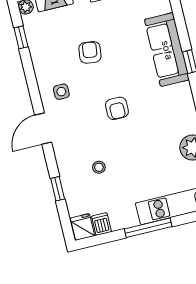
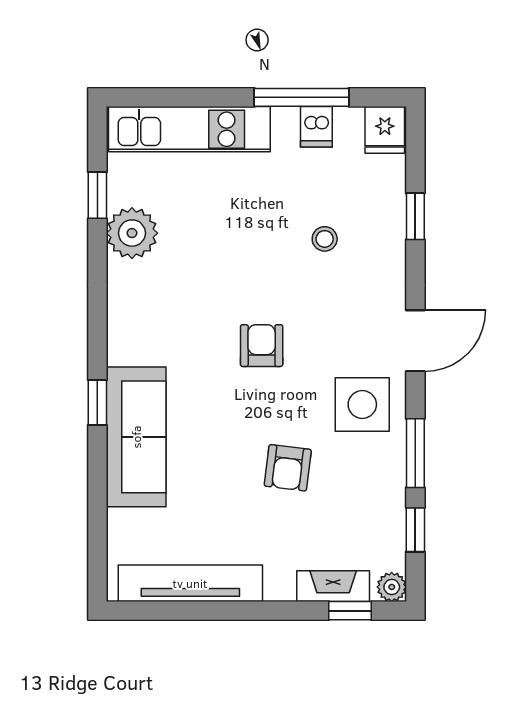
window: (30, 74) -> (415, 453), added
side table: (61, 92) -> (362, 405), width x1.87, depth x1.87
dishwasher: (101, 224) -> (316, 127), moved
window: (148, 228) -> (302, 97), moved

